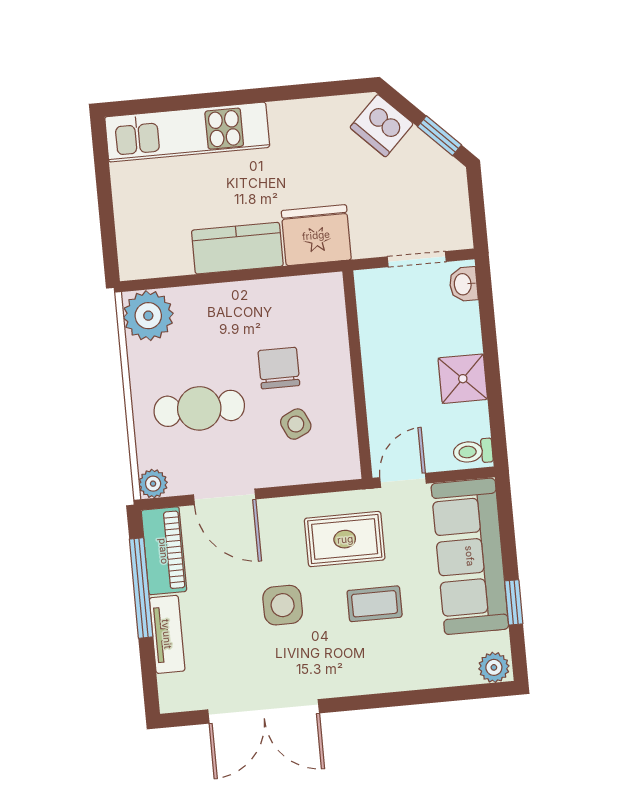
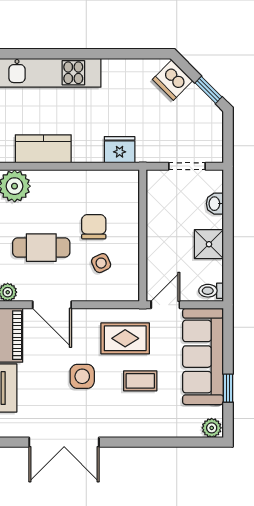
fridge: (316, 235) -> (120, 150), width x0.73, depth x0.75
kitchen counter: (237, 248) -> (43, 149), moved
washbasin: (463, 284) -> (215, 204), moved

